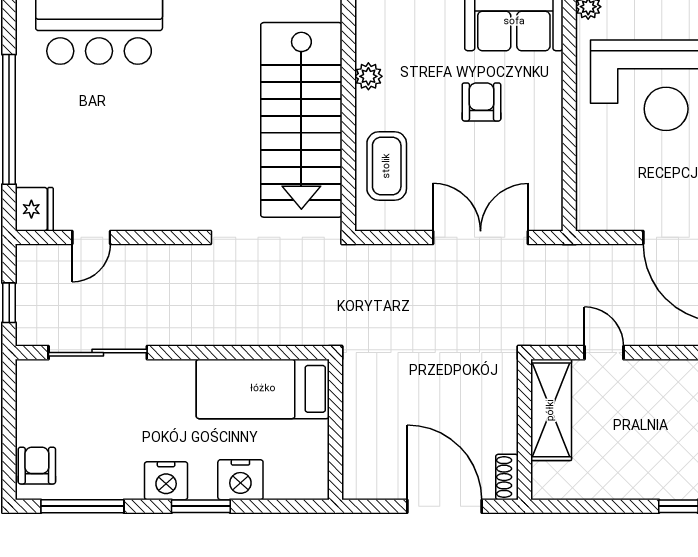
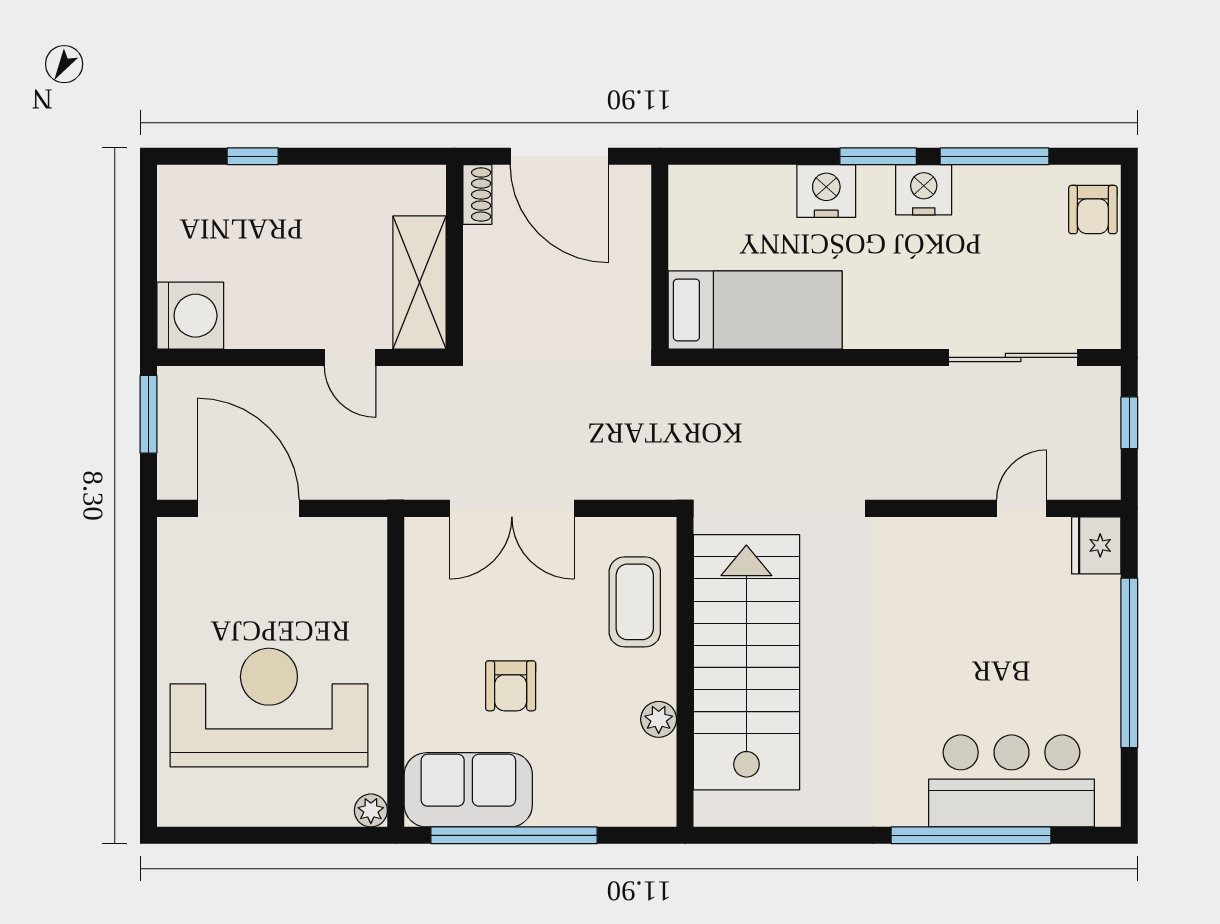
bed: (263, 389) -> (755, 310), moved
wall: (336, 429) -> (660, 257), moved
window: (82, 506) -> (995, 156), moved

